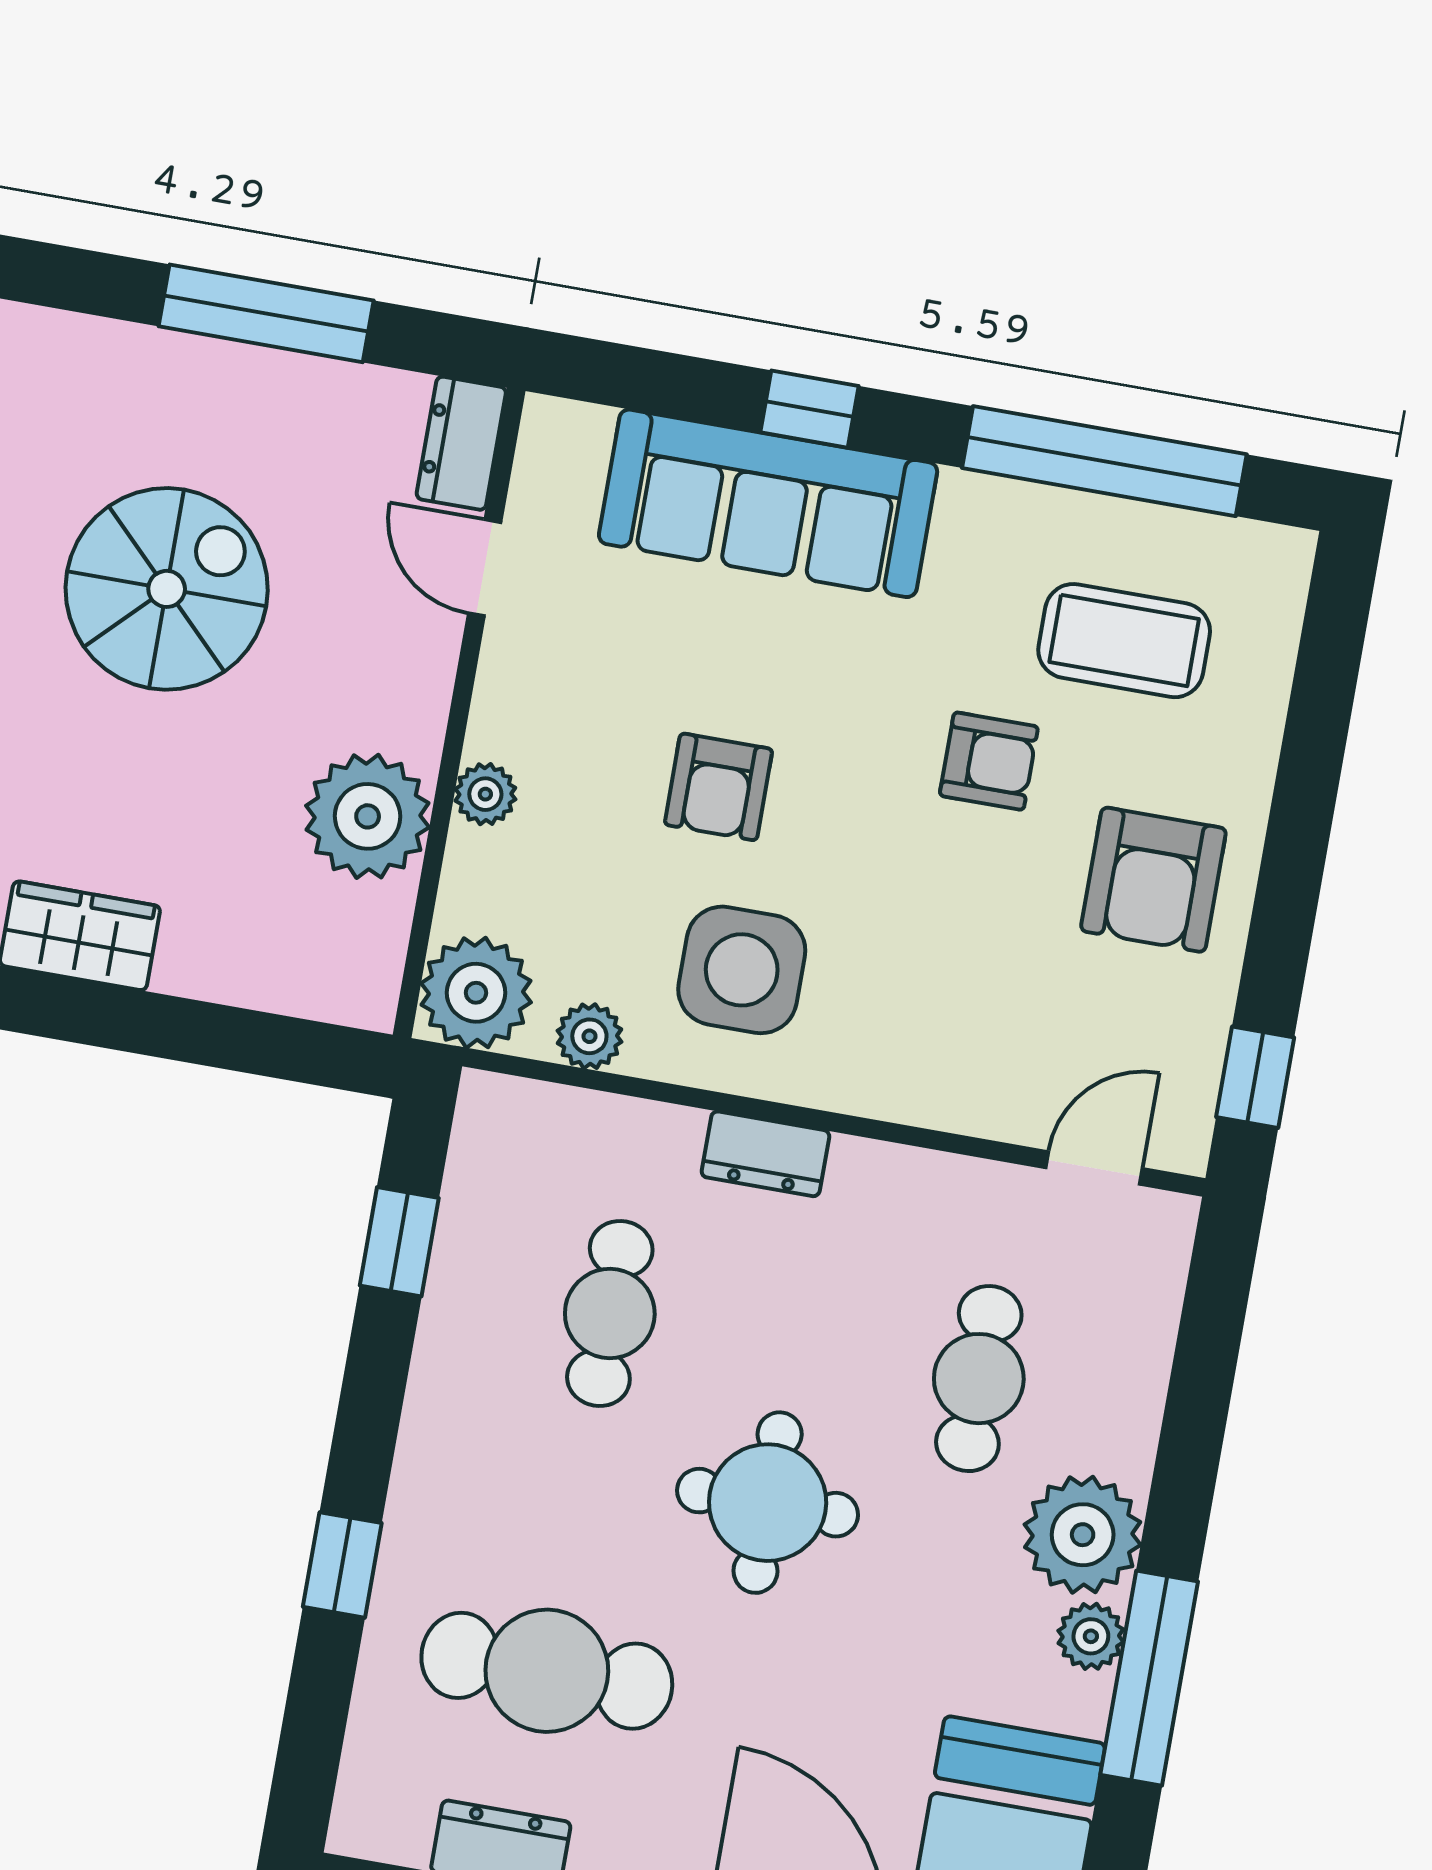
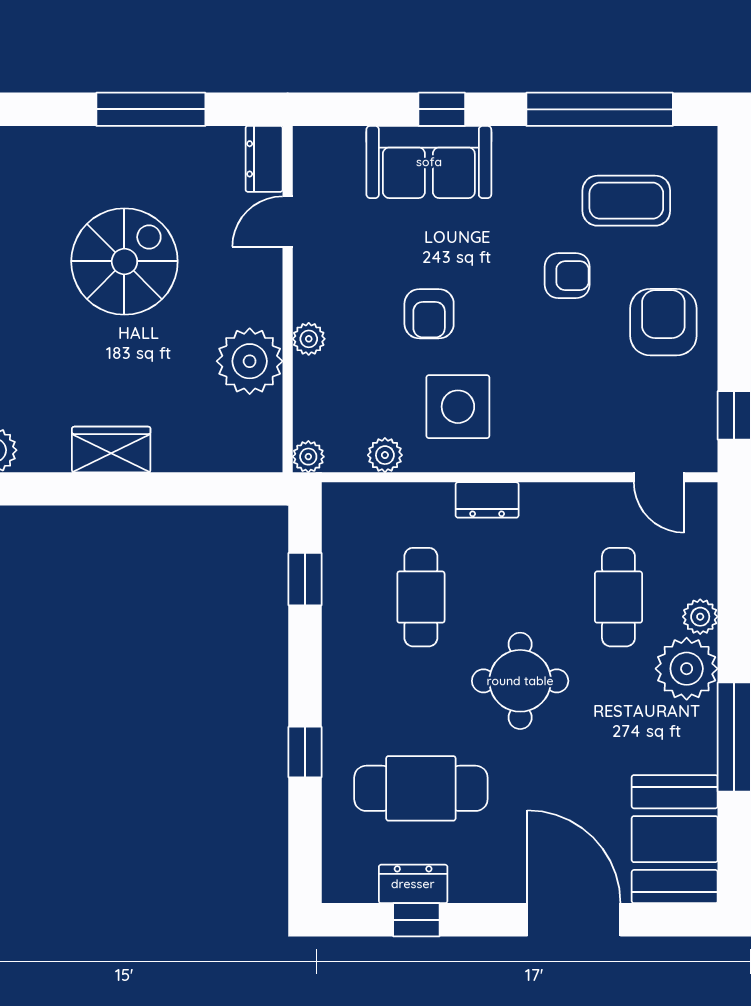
sofa: (768, 503) -> (429, 162), width x0.73
door: (485, 568) -> (288, 221), hinge flipped
armchair: (1153, 880) -> (663, 322), turned 180
plant: (476, 993) -> (308, 457), width x0.53, depth x0.53
door: (1094, 1168) -> (659, 477), swing flipped
plant: (1091, 1636) -> (700, 617), moved

